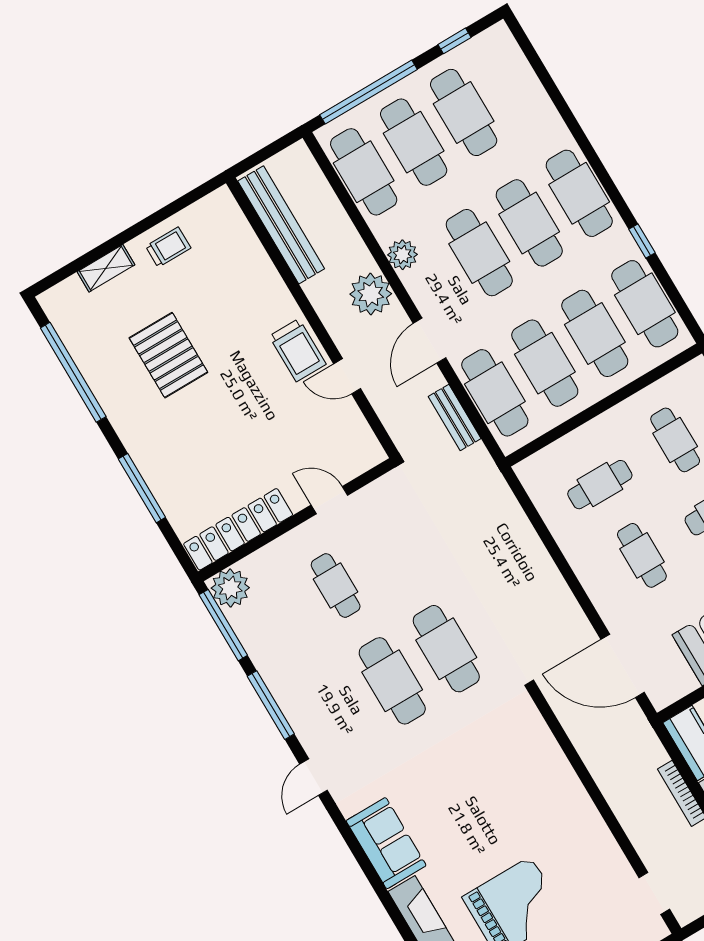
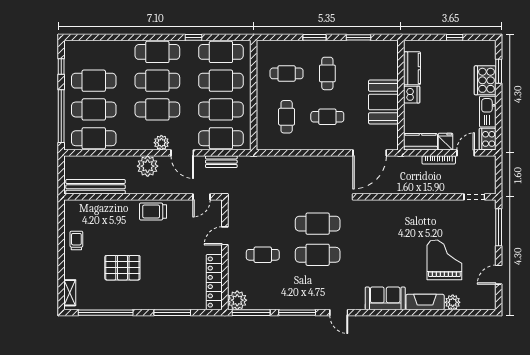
plant: (402, 255) -> (161, 143), moved
shelving: (106, 268) -> (70, 293), moved
trolley: (298, 350) -> (153, 211), turned 180
door: (347, 376) -> (201, 197), moved

